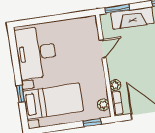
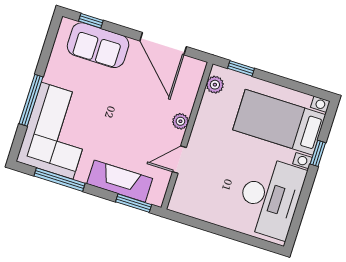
plant: (115, 85) -> (180, 121), moved
bookcase: (117, 103) -> (195, 78), removed

